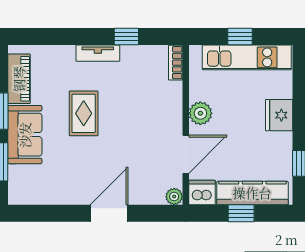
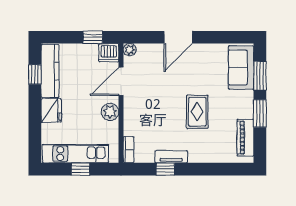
tv unit: (98, 53) -> (171, 157), moved
sofa: (25, 135) -> (241, 68), moved
kitchen counter: (252, 193) -> (50, 71), moved, turned -90
window: (241, 213) -> (93, 37), moved

